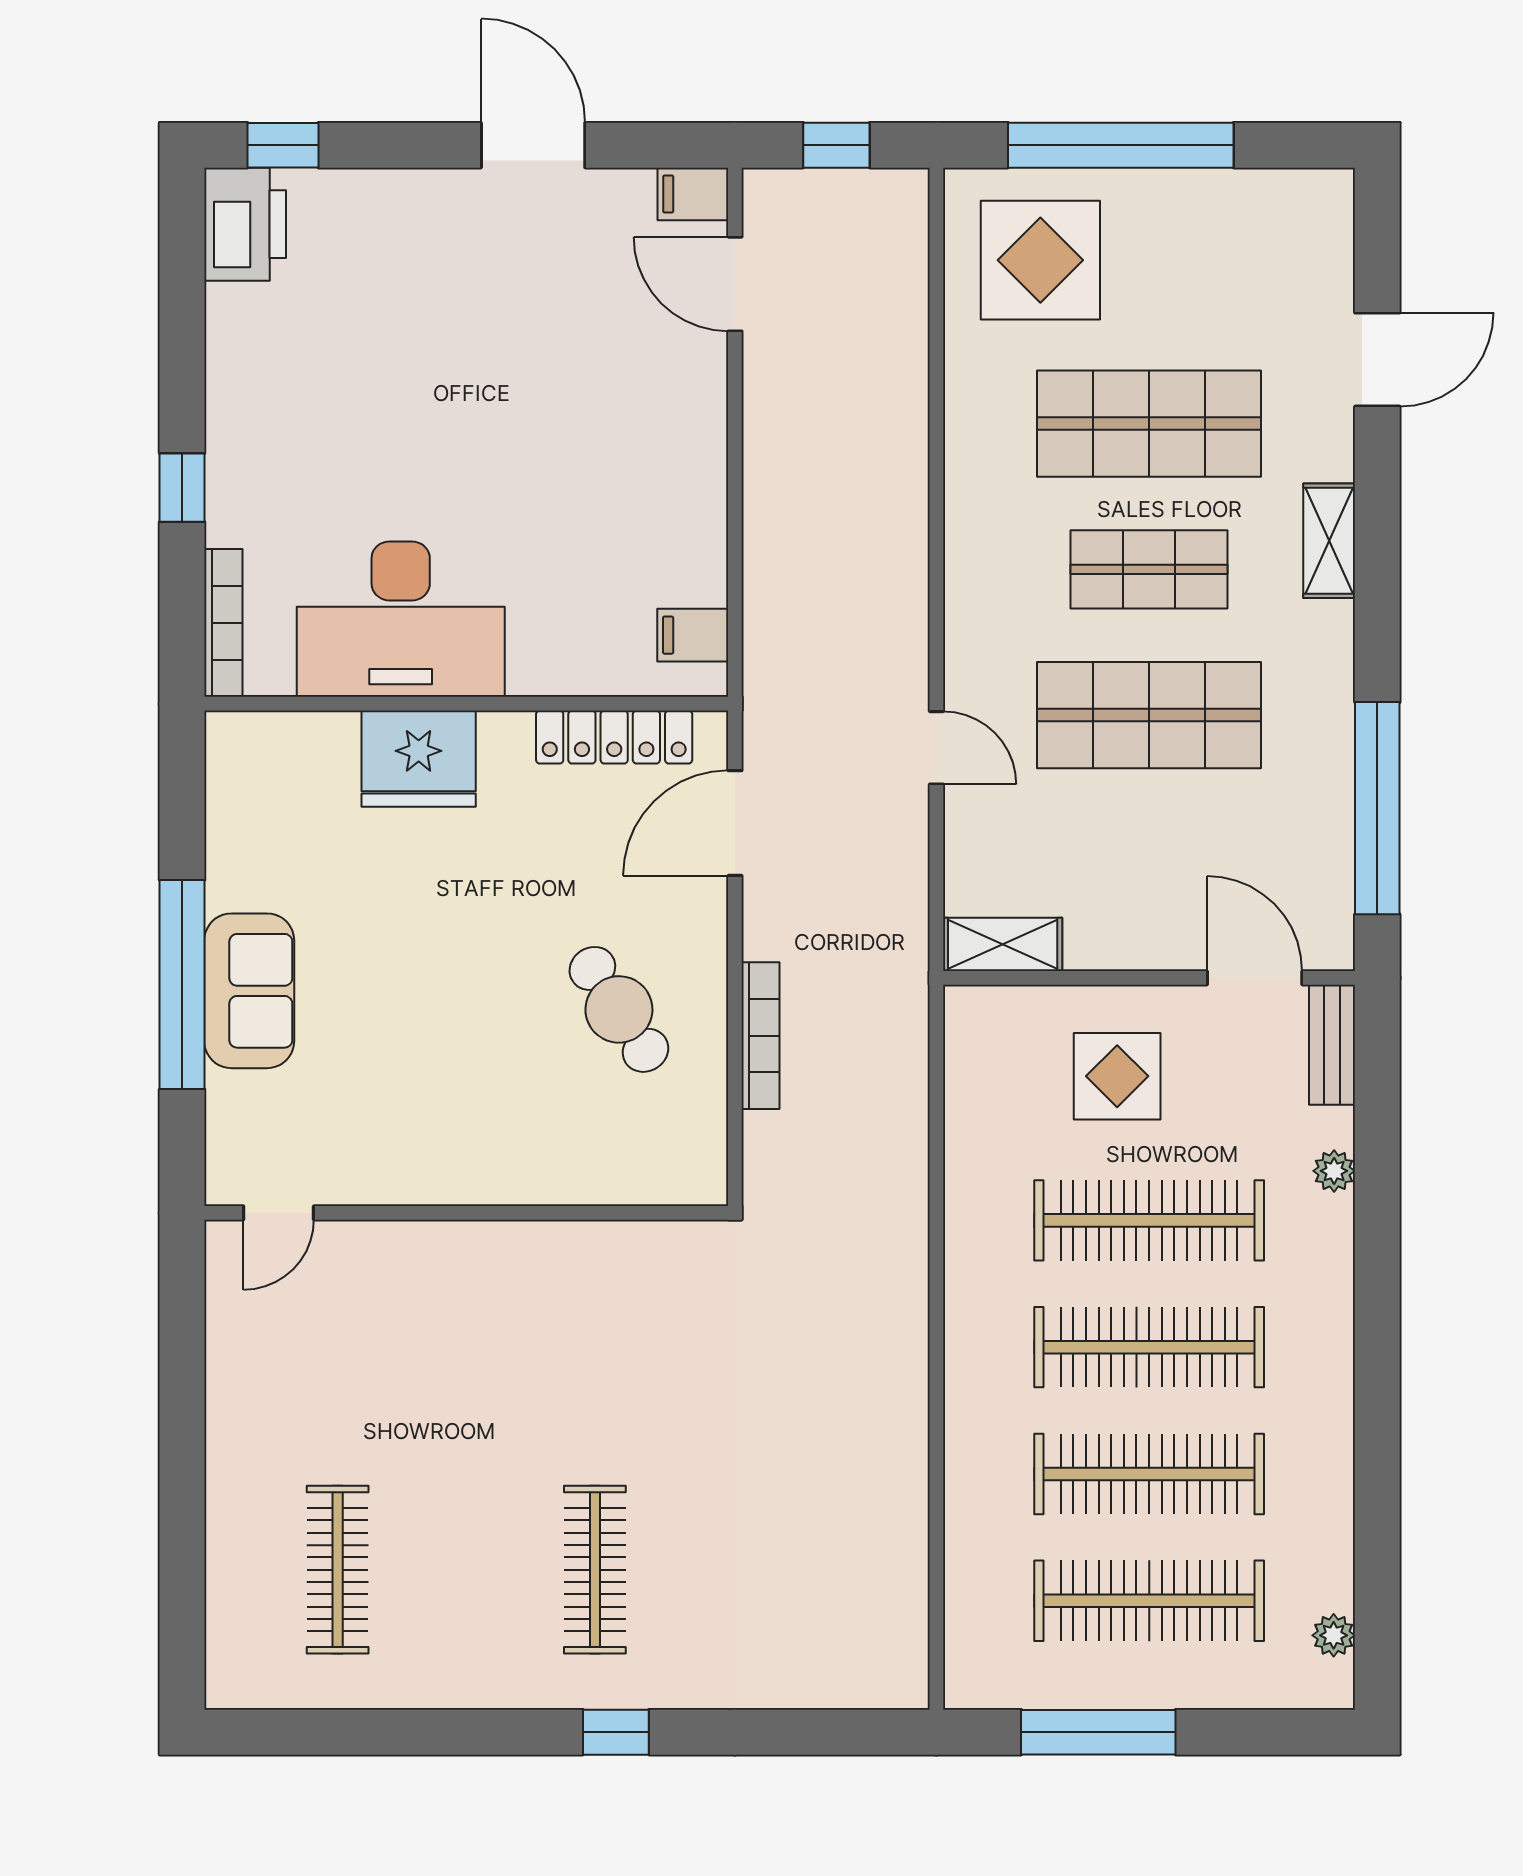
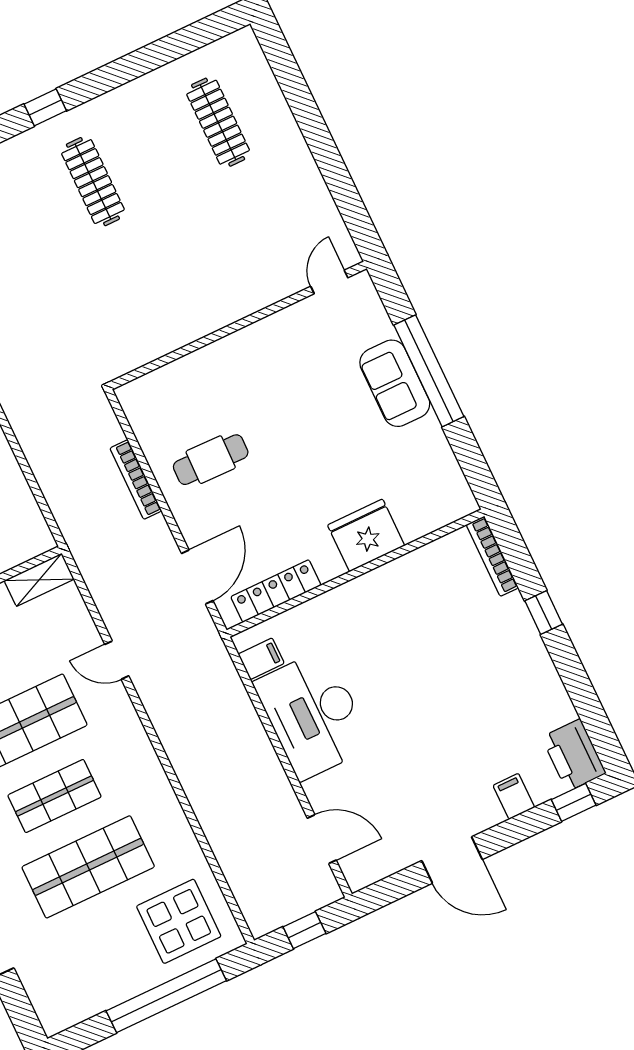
filing cabinet: (693, 194) -> (514, 796), moved, turned -90
desk: (401, 619) -> (313, 714), moved, turned -90
cafe table: (619, 1009) -> (211, 460), turned -56

